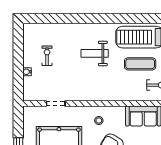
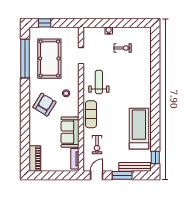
weight bench: (95, 53) -> (99, 82), moved
exercise mat: (140, 64) -> (91, 114), moved

